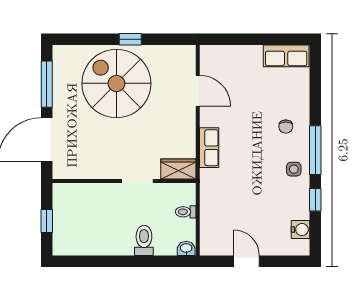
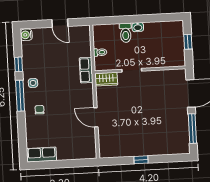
spiral stairs: (116, 83) -> (148, 131), removed
door: (198, 91) -> (96, 117), moved
row of seats: (209, 148) -> (86, 70), moved
water cooler: (301, 230) -> (26, 35), moved
washbasin: (186, 248) -> (138, 27), moved

